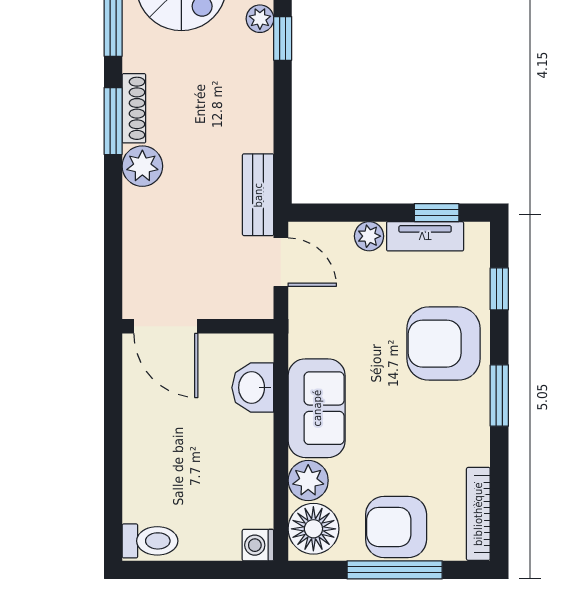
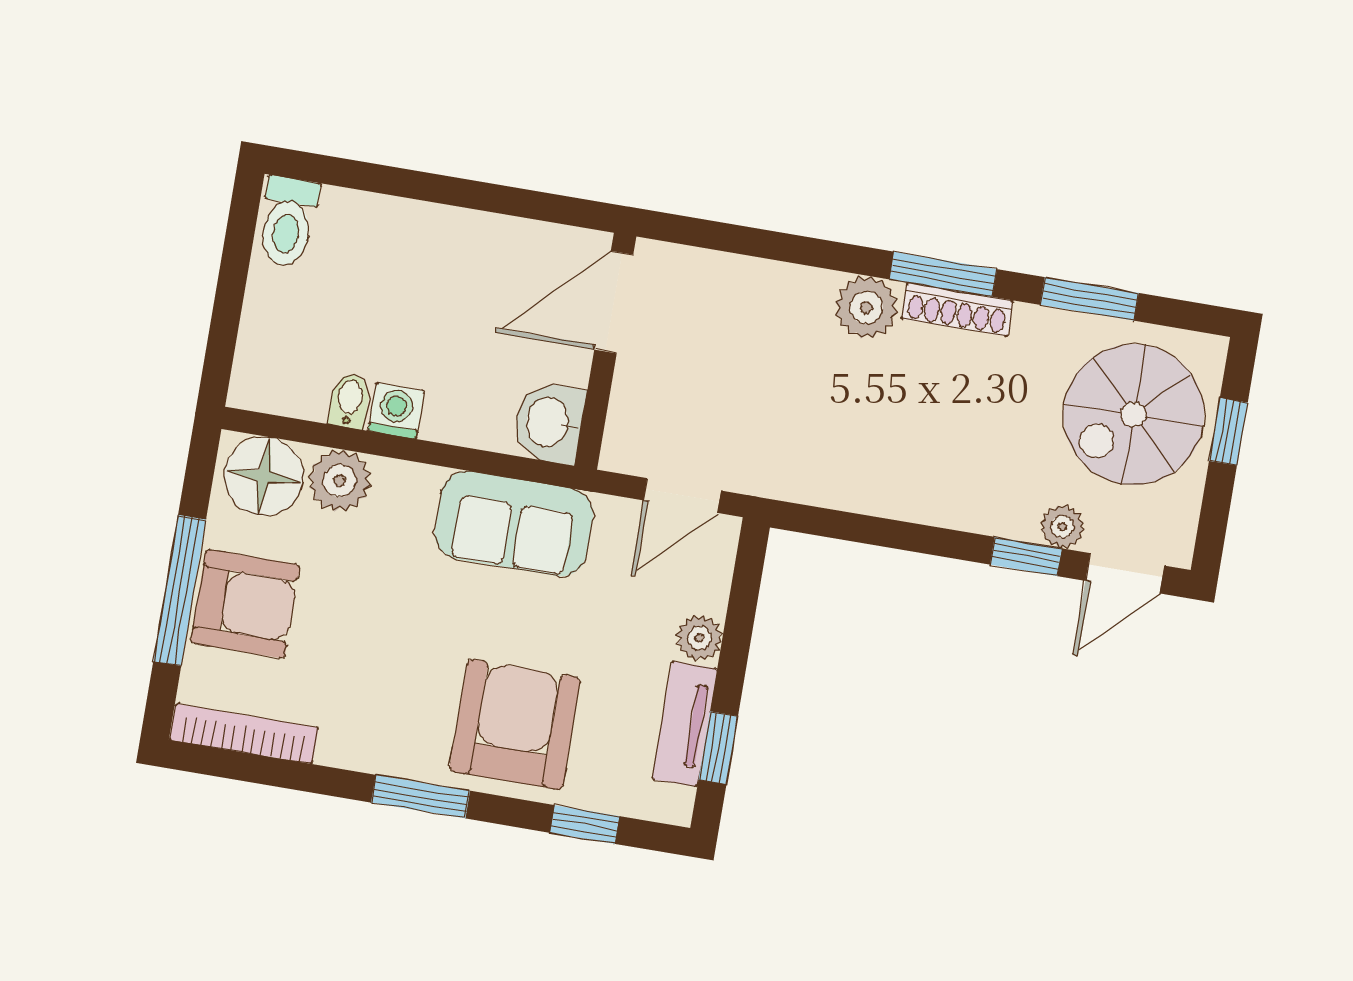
bench: (258, 195) -> (792, 478), removed
washbasin: (253, 388) -> (549, 423), moved, turned -90
sofa: (317, 408) -> (514, 524), moved
bidet: (256, 483) -> (350, 401), added
armchair: (396, 527) -> (245, 604), turned 90
washing machine: (258, 545) -> (396, 411), moved

